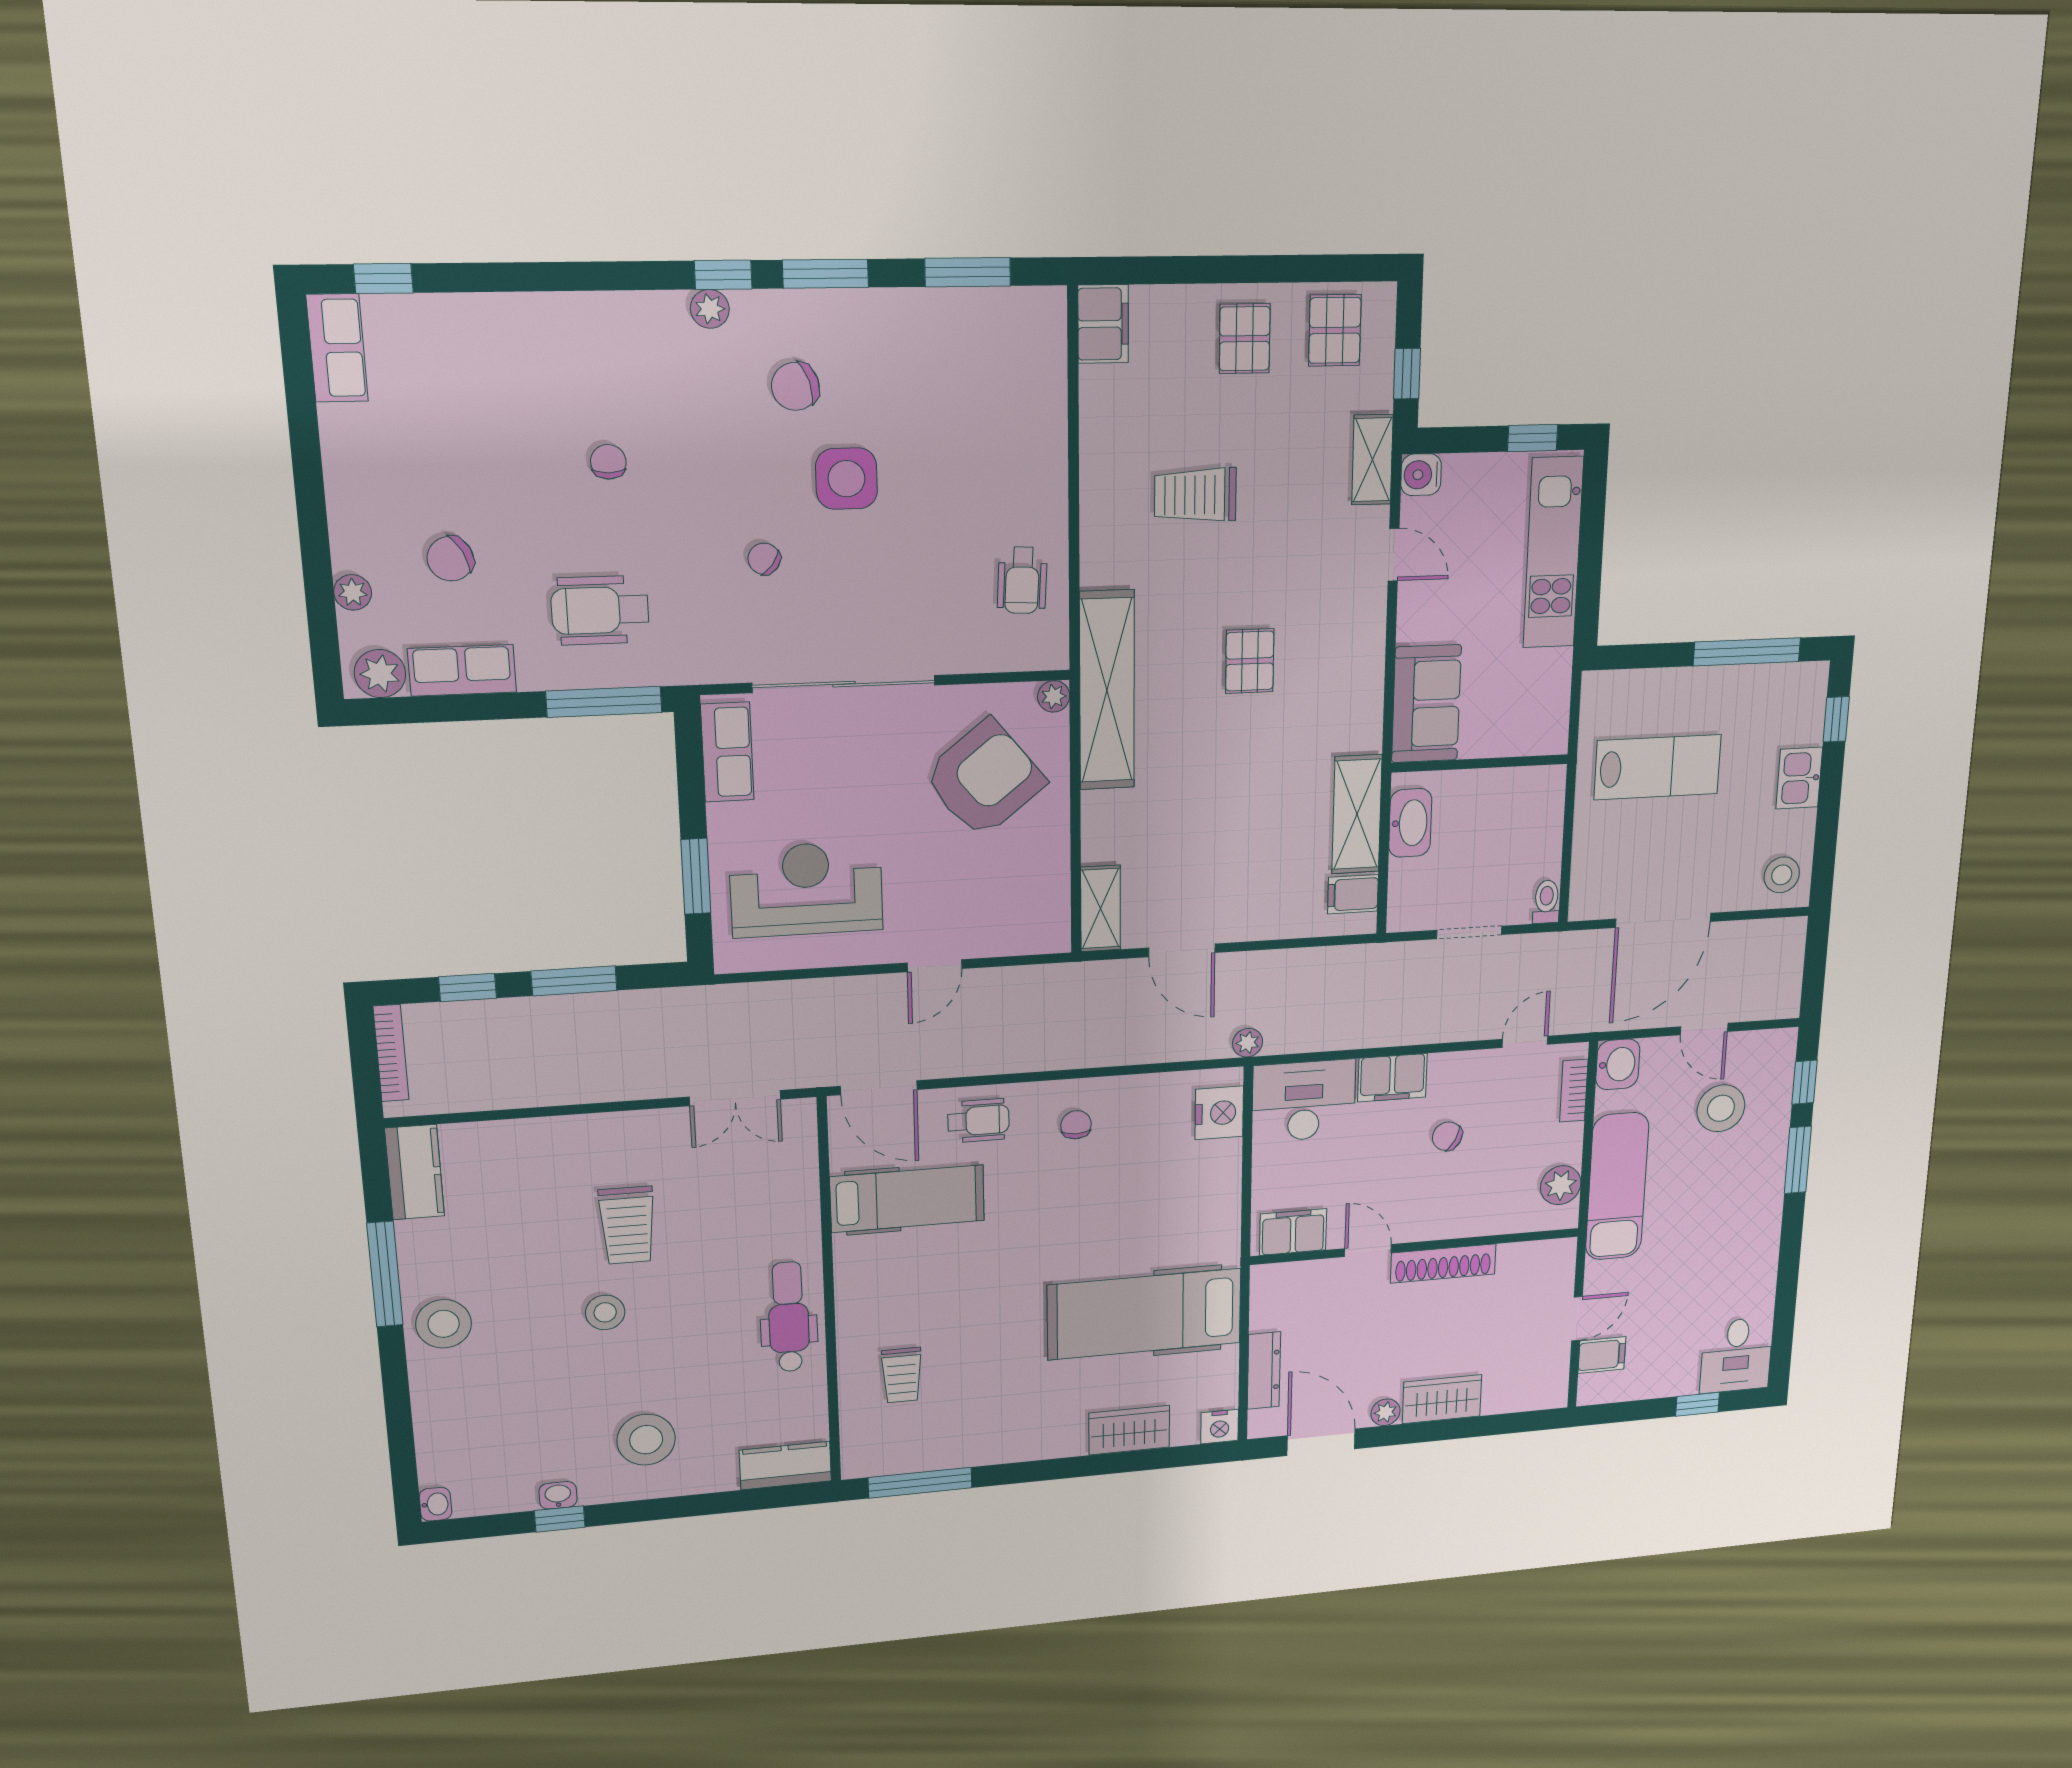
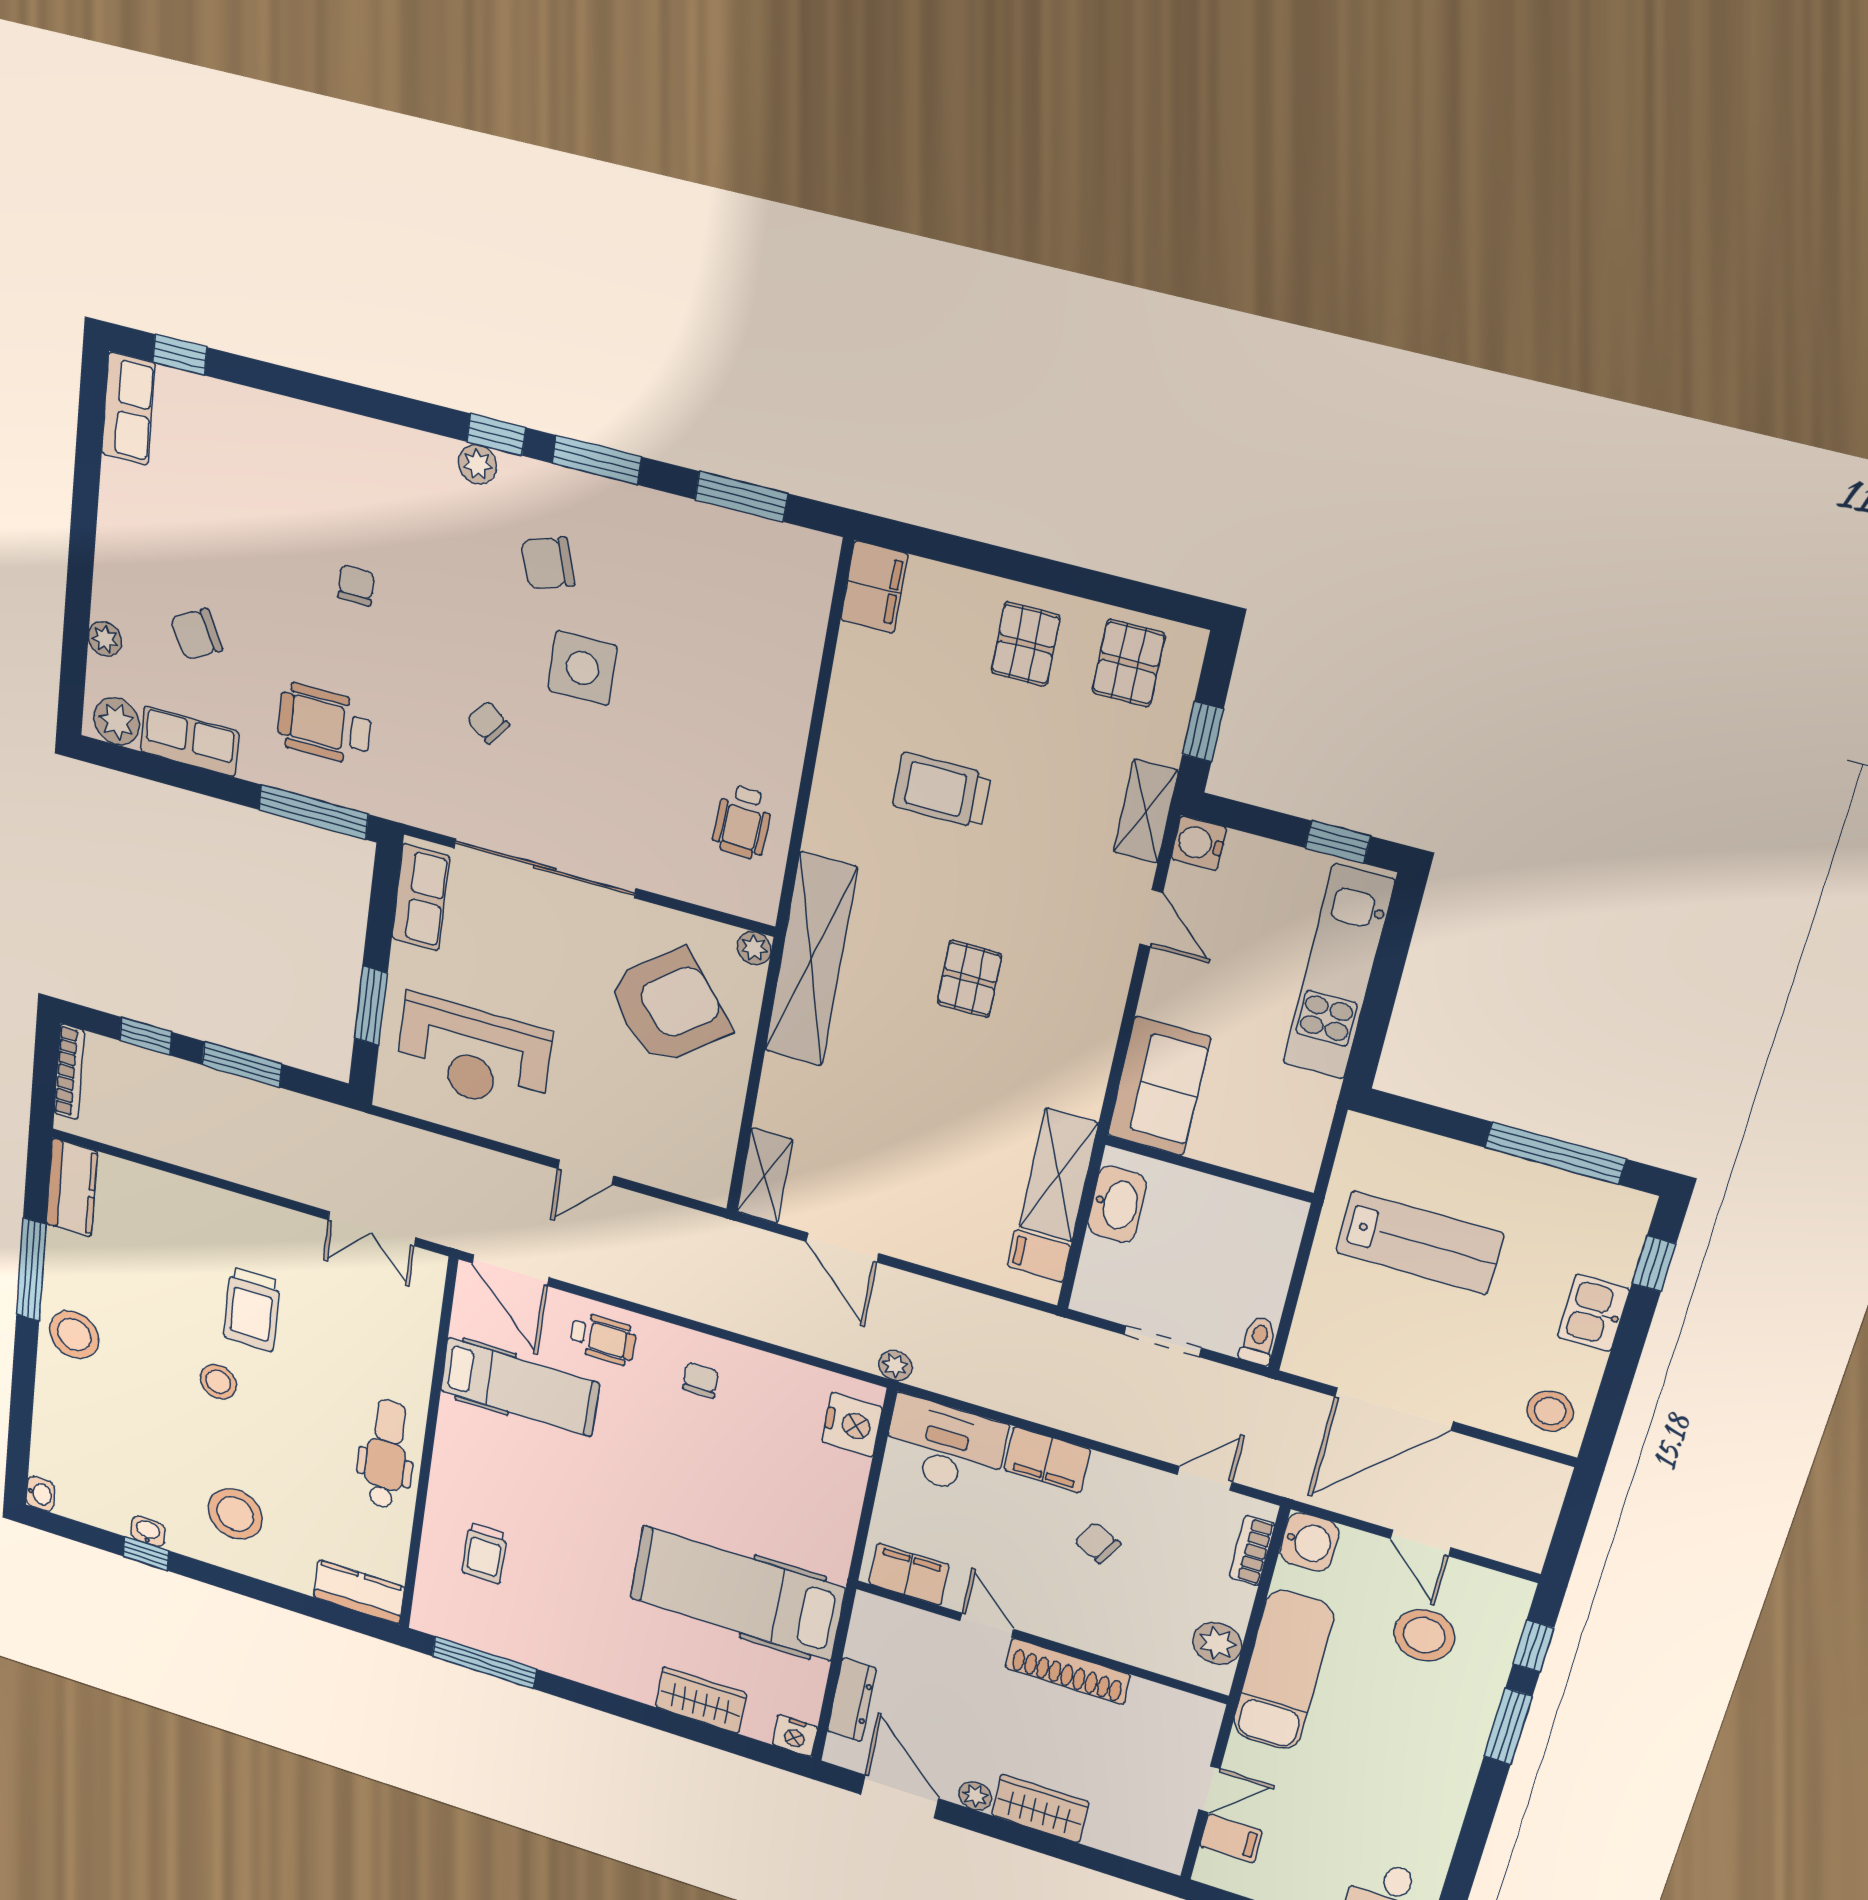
reception desk: (806, 889) -> (474, 1054), turned 180

